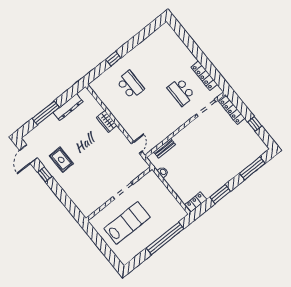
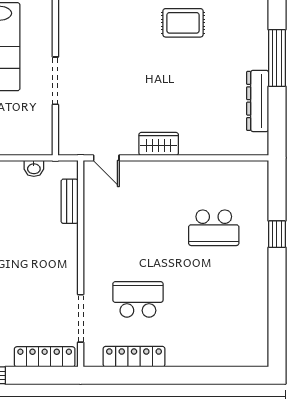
wardrobe: (107, 121) -> (159, 144), moved

